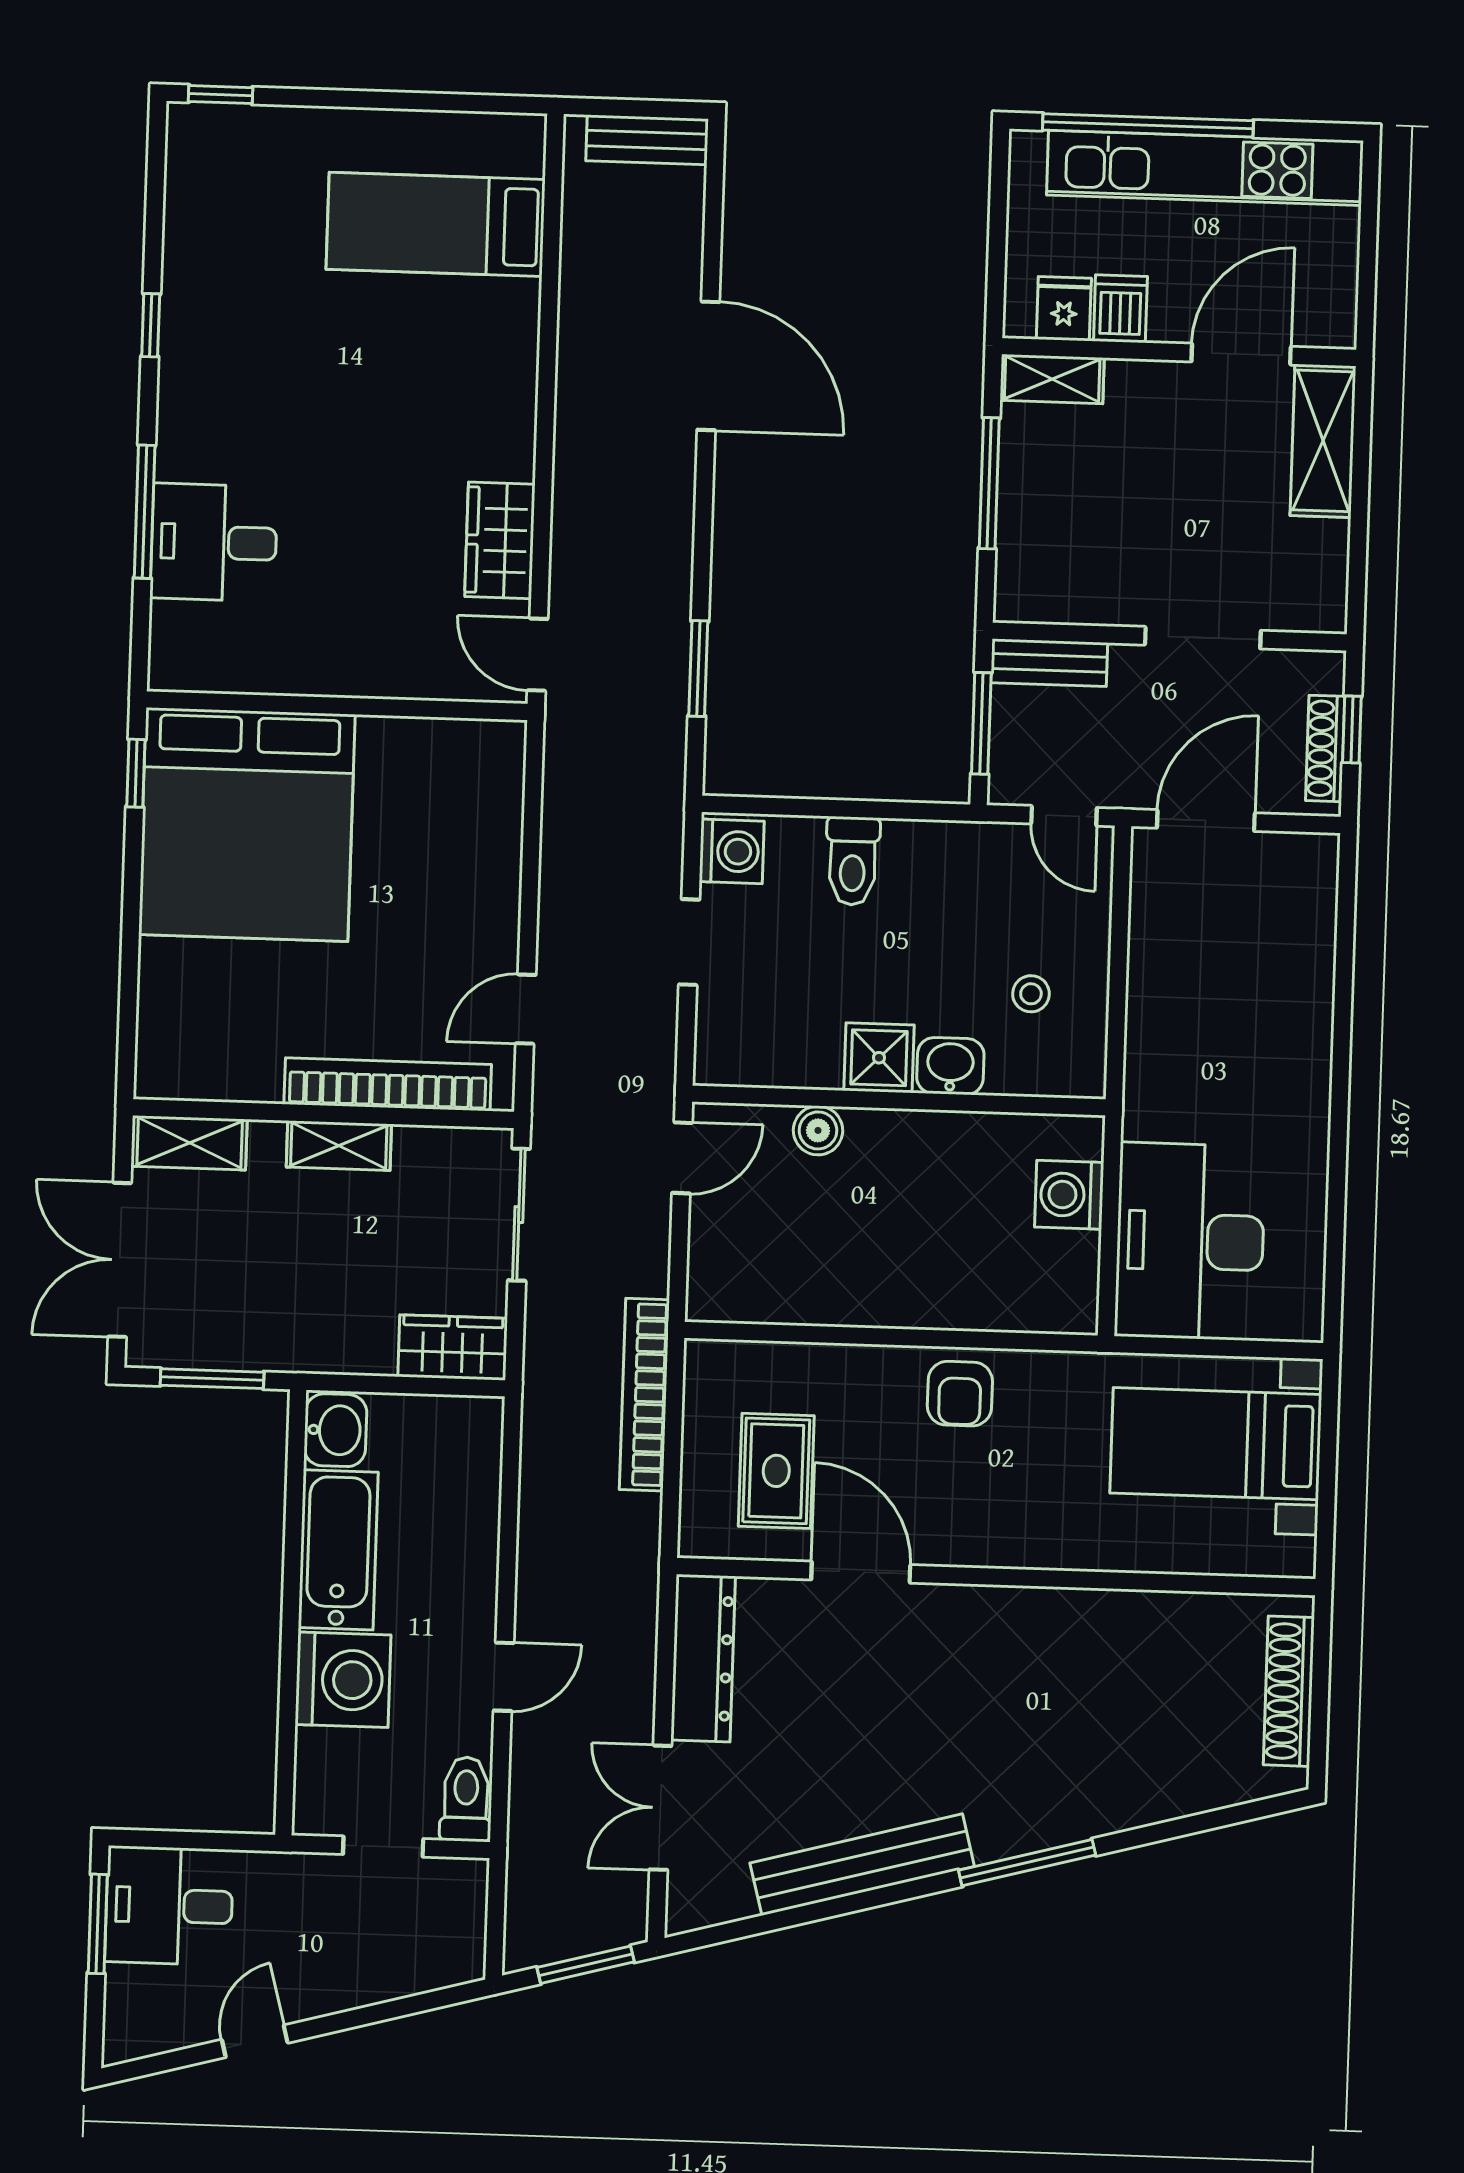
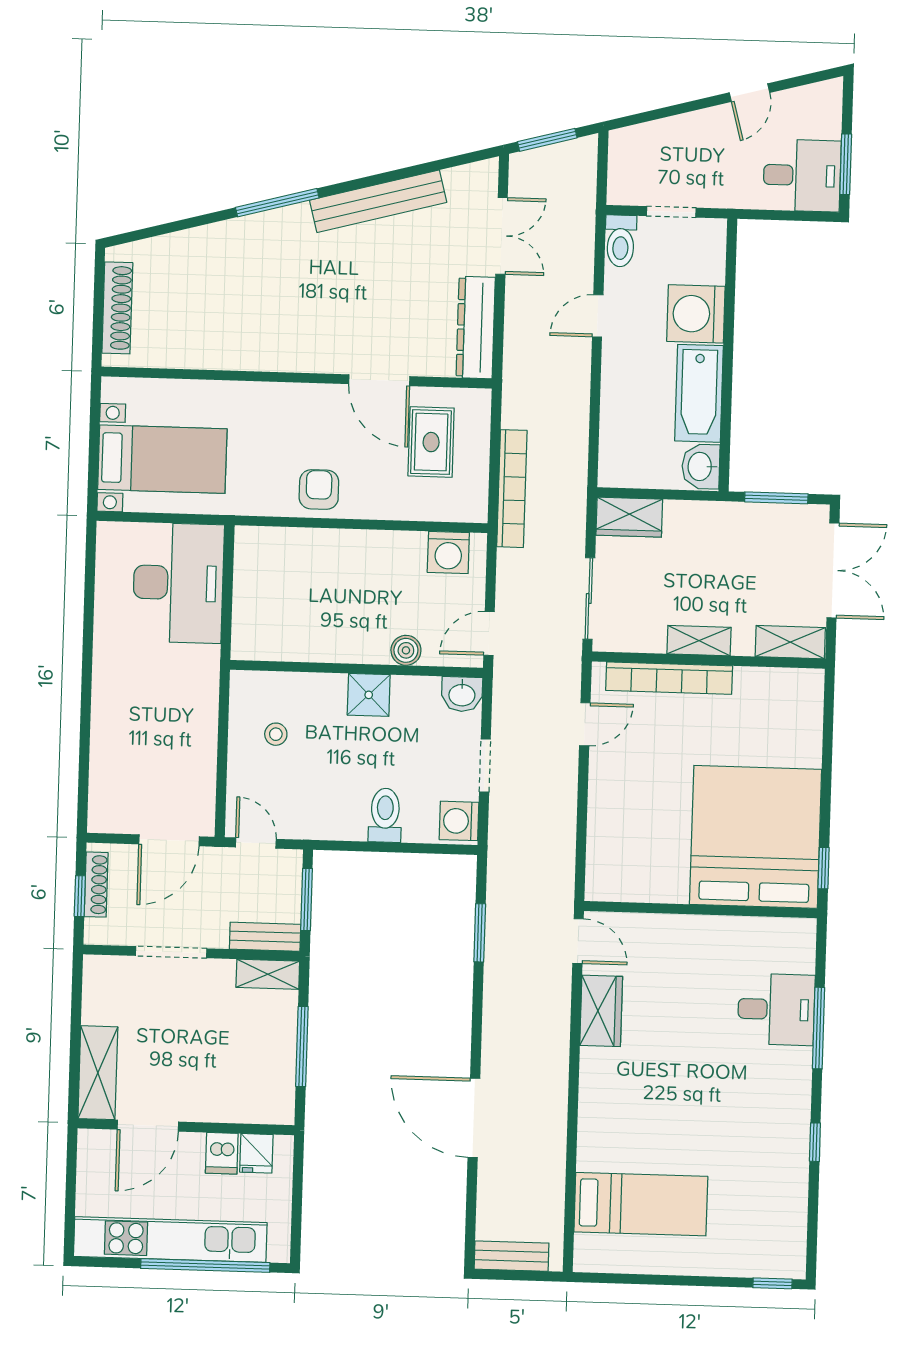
shelving: (1052, 379) -> (268, 974), moved
washbasin: (950, 1066) -> (462, 694), moved
washing machine: (1069, 1195) -> (448, 552), moved, turned 90

